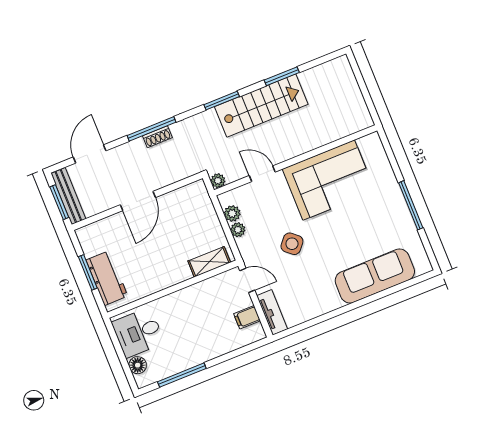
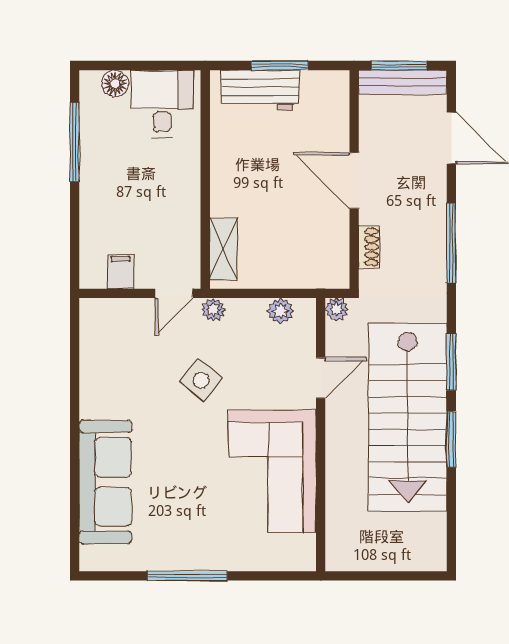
window: (282, 76) -> (451, 439), moved
stairs: (261, 105) -> (408, 417), width x1.36, depth x1.51
shoe rack: (157, 137) -> (369, 247), moved, turned 180
plant: (238, 230) -> (213, 310), moved
tv unit: (272, 312) -> (113, 311), removed

